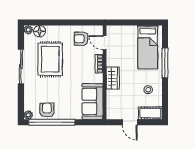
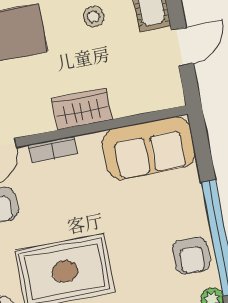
armchair: (47, 110) -> (191, 256), turned -90

